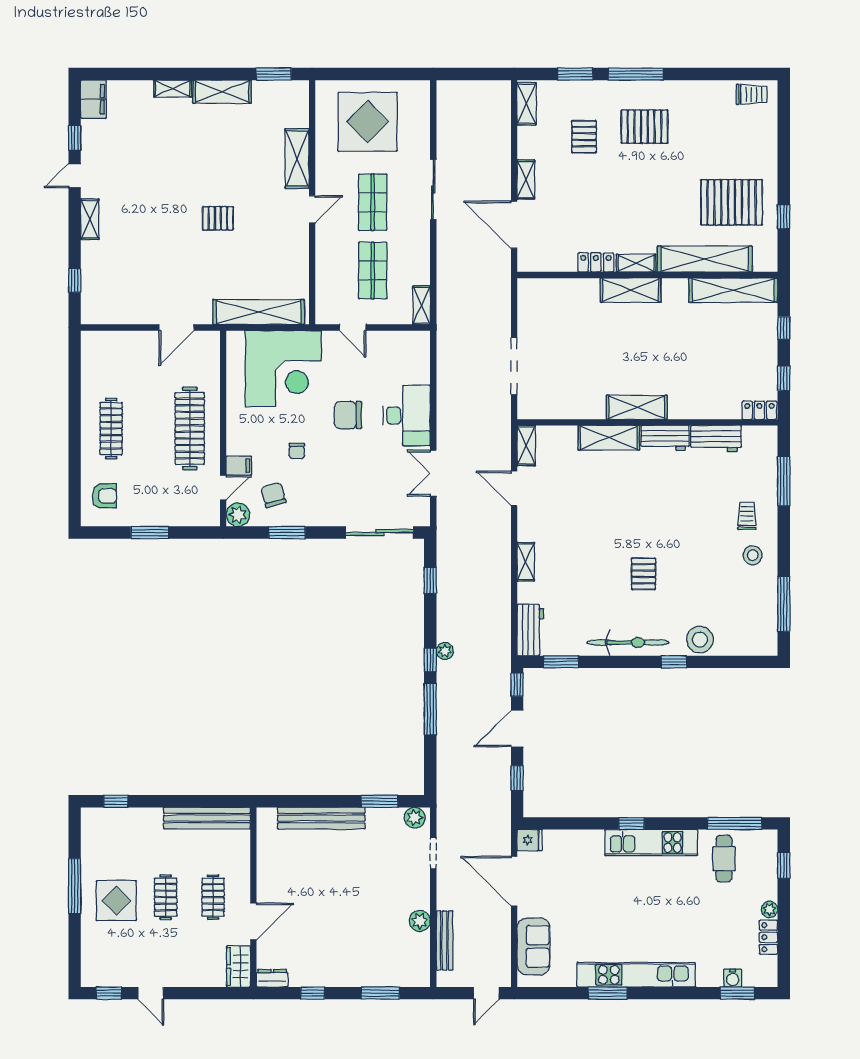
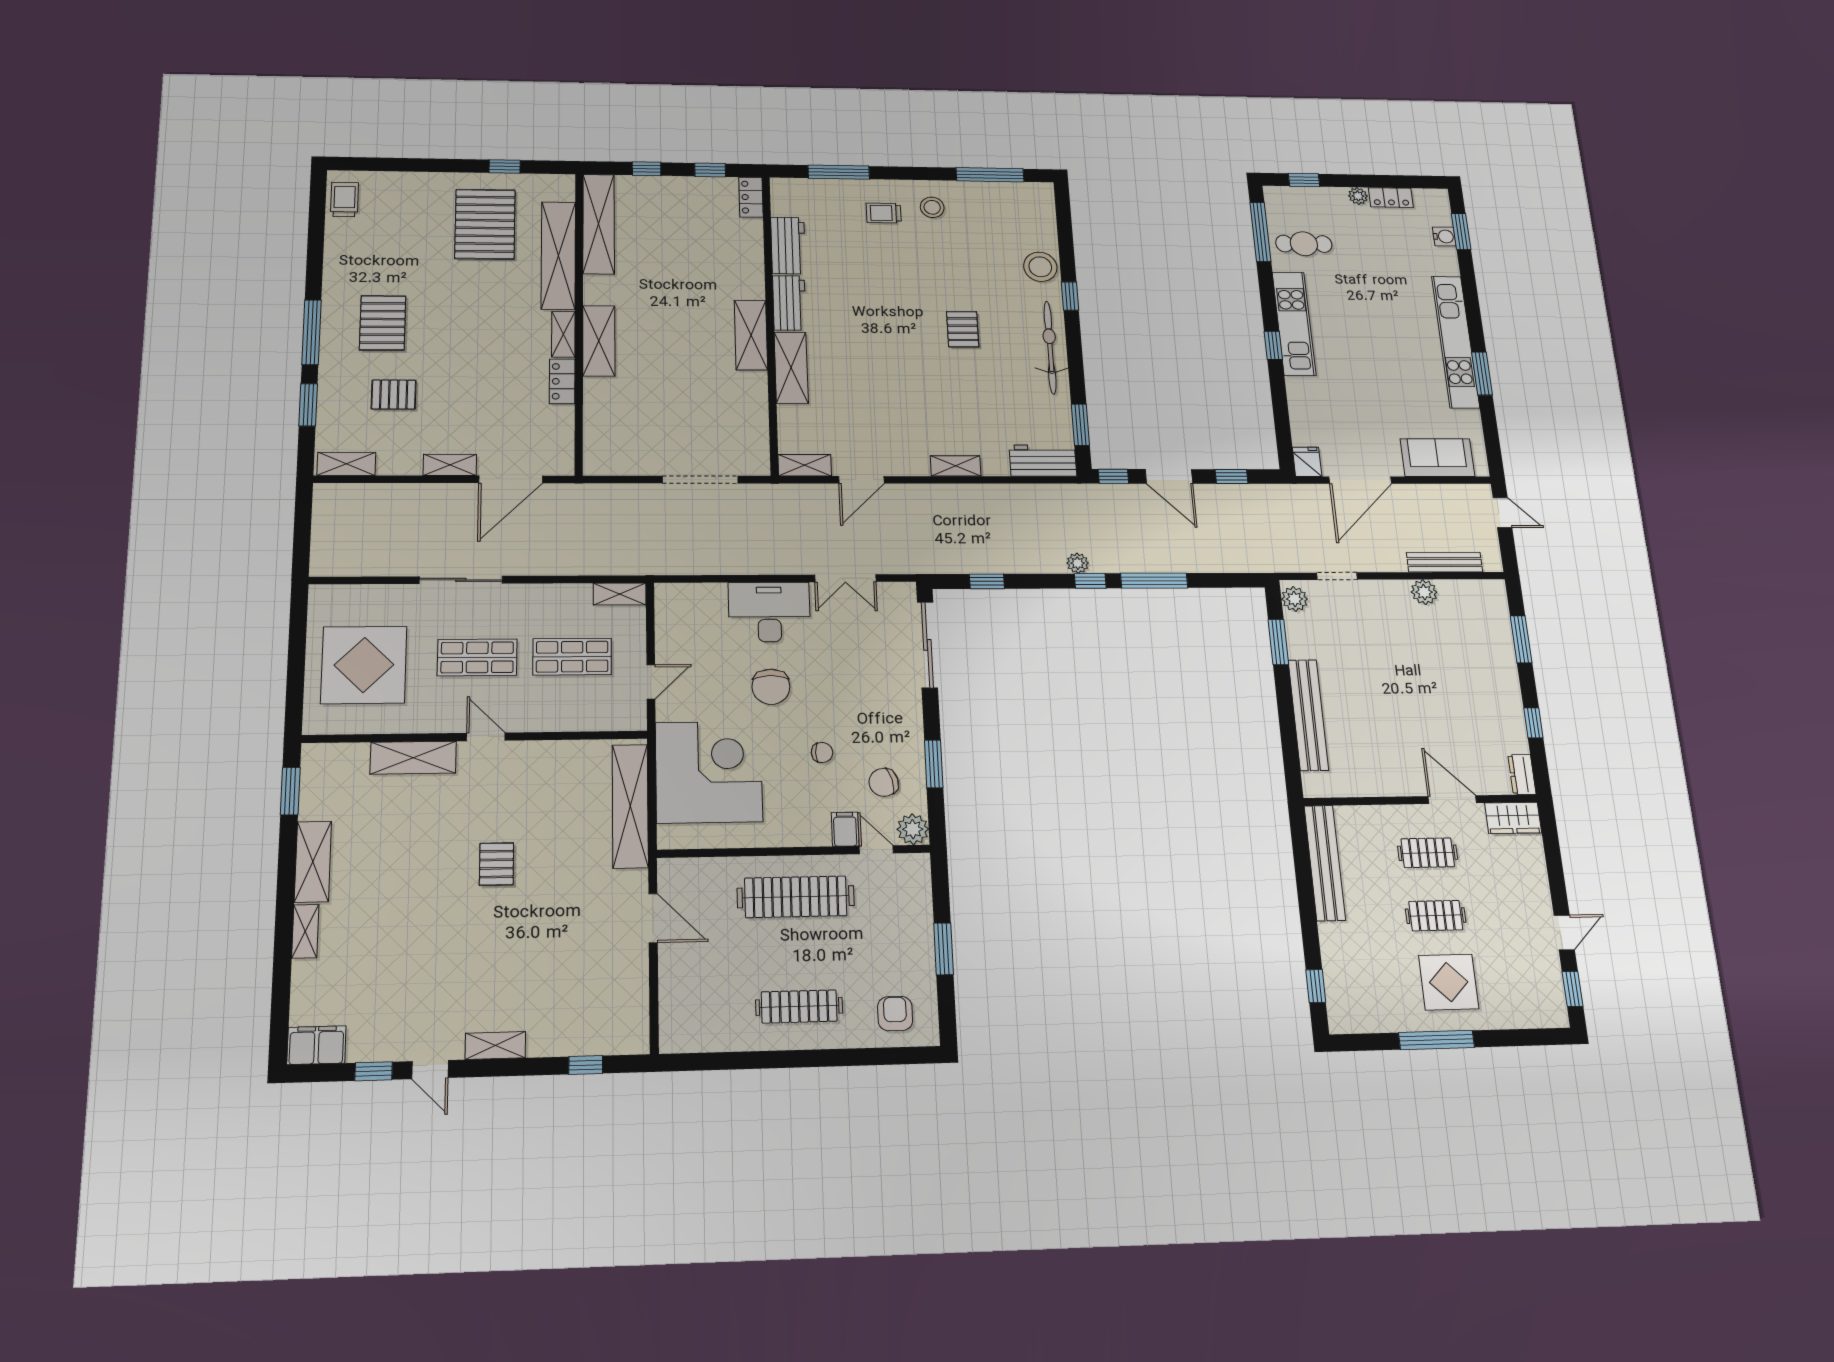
pallet: (643, 574) -> (963, 329), turned 90

